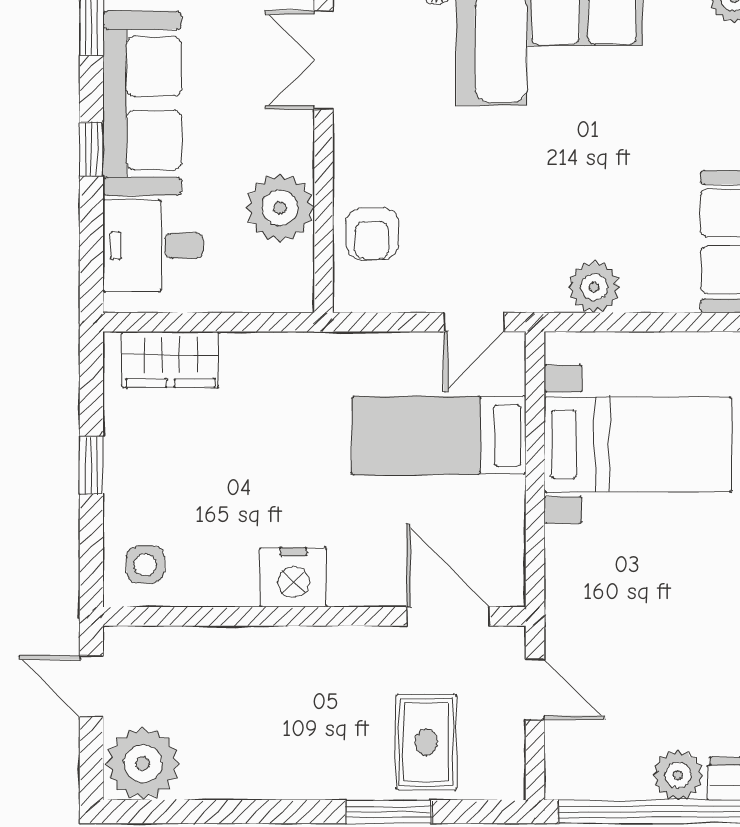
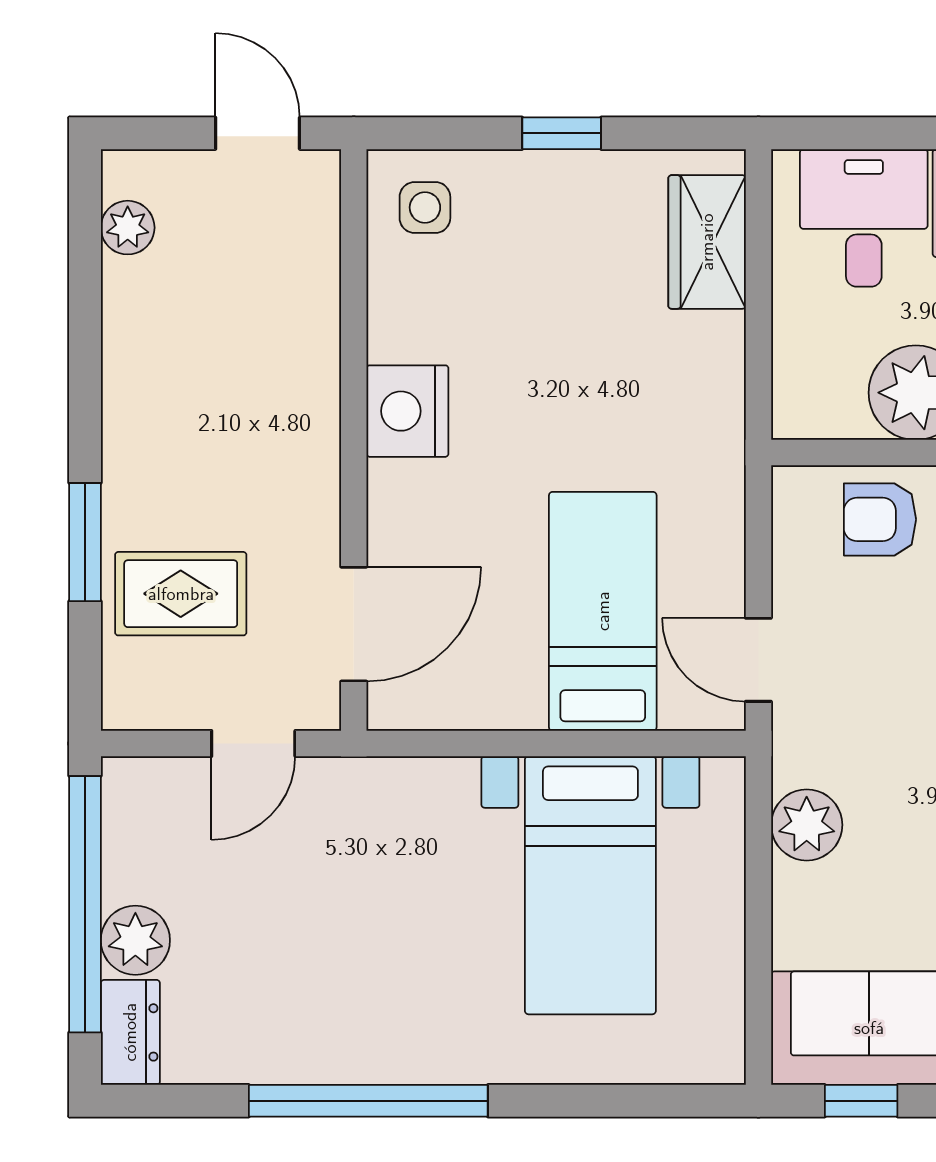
door: (91, 686) -> (258, 133), hinge flipped
plant: (143, 764) -> (128, 228), width x0.53, depth x0.53

